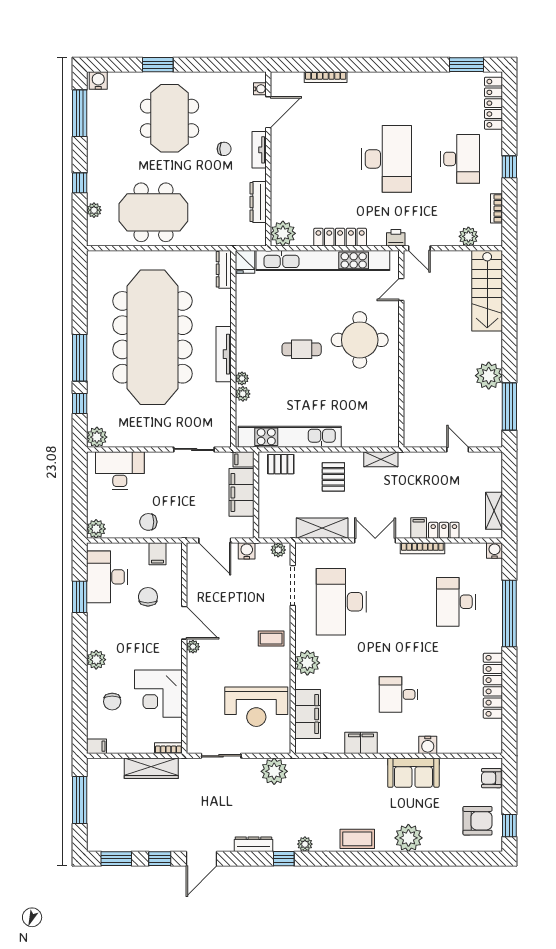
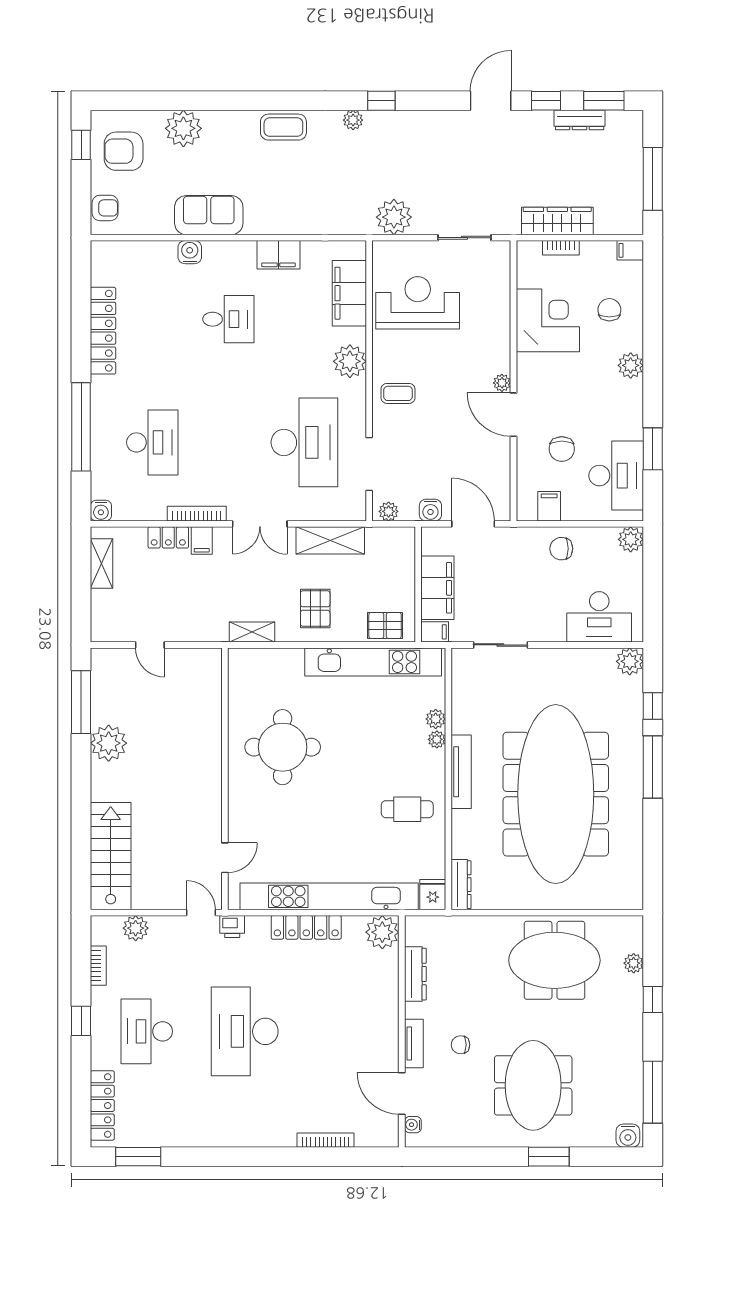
door: (268, 112) -> (402, 1093), hinge flipped
round table: (360, 340) -> (283, 747), moved
cafe table: (302, 349) -> (407, 809), moved
chair: (148, 522) -> (561, 549), turned 180
bookcase: (168, 748) -> (561, 248), moved
plant: (408, 838) -> (183, 128), moved
dresser: (253, 844) -> (580, 120), moved

